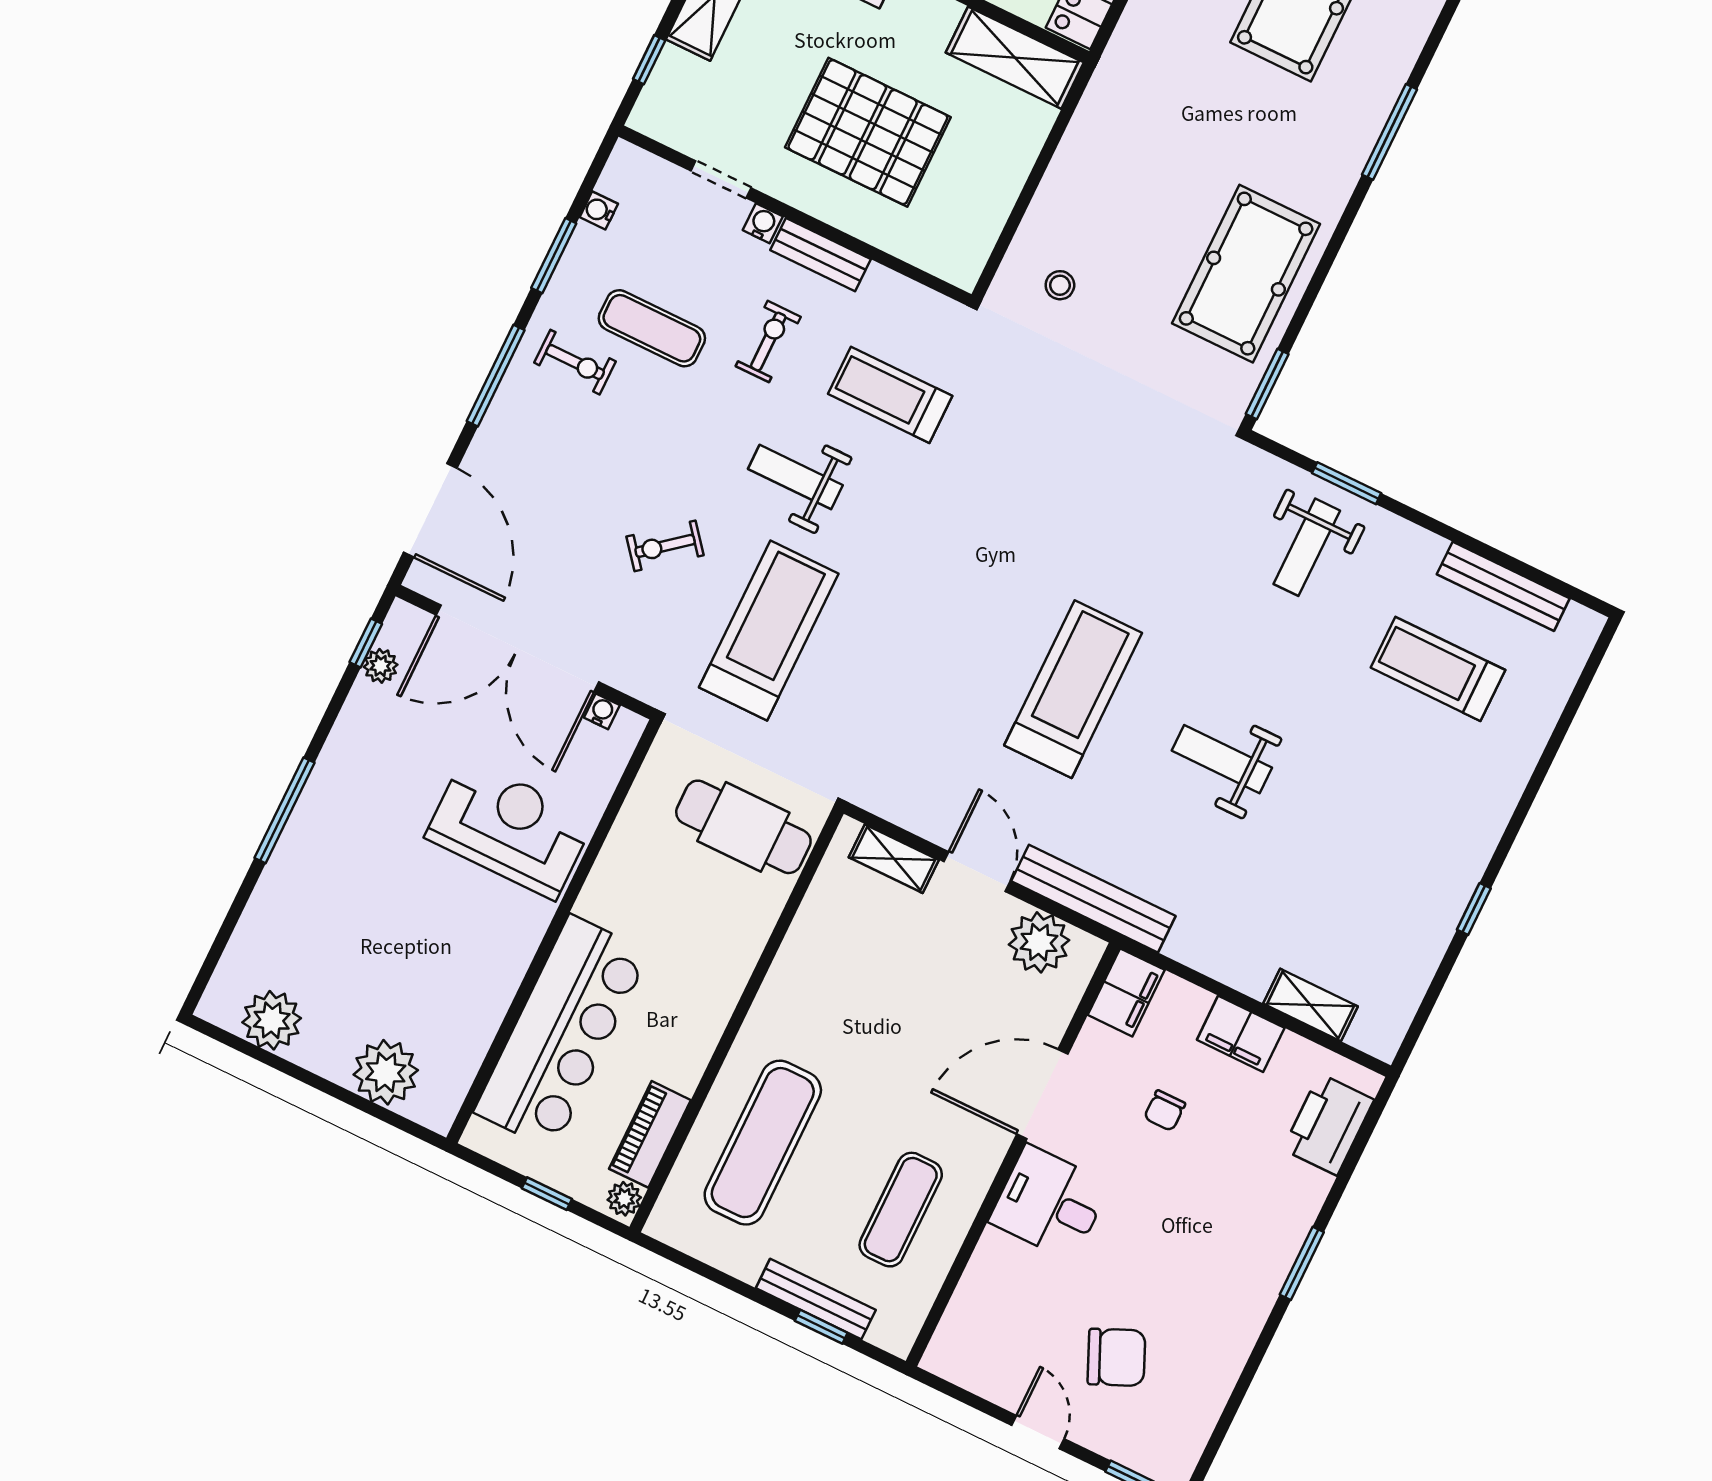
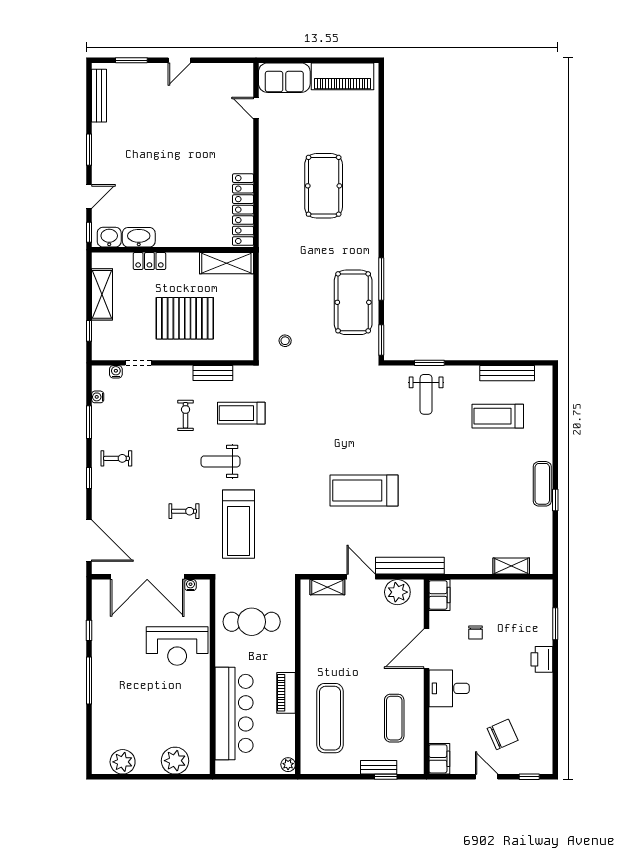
window: (1390, 132) -> (381, 279), moved
water cooler: (763, 223) -> (116, 372), moved
bench: (820, 255) -> (213, 373), moved
exercise mat: (652, 328) -> (542, 484), moved, turned 90
window: (496, 376) -> (89, 478), width x0.46
exercise bike: (665, 546) -> (184, 511), turned -141
treadmill: (769, 631) -> (239, 524), turned 180
window: (366, 643) -> (89, 630), moved
plant: (381, 666) -> (99, 608), removed
treadmill: (1073, 689) -> (364, 491), turned -90
weight bench: (1222, 759) -> (433, 490), removed
cafe table: (743, 827) -> (252, 622), moved
reception desk: (510, 828) -> (177, 646), turned 180
filing cabinet: (1241, 1034) -> (439, 759), moved, turned -90
printer: (1328, 1125) -> (542, 659), moved, width x0.73, depth x0.84
piano: (650, 1134) -> (286, 693), moved
window: (547, 1194) -> (258, 777), removed
window: (1302, 1263) -> (555, 624), moved
bench: (816, 1299) -> (379, 767), width x0.73

